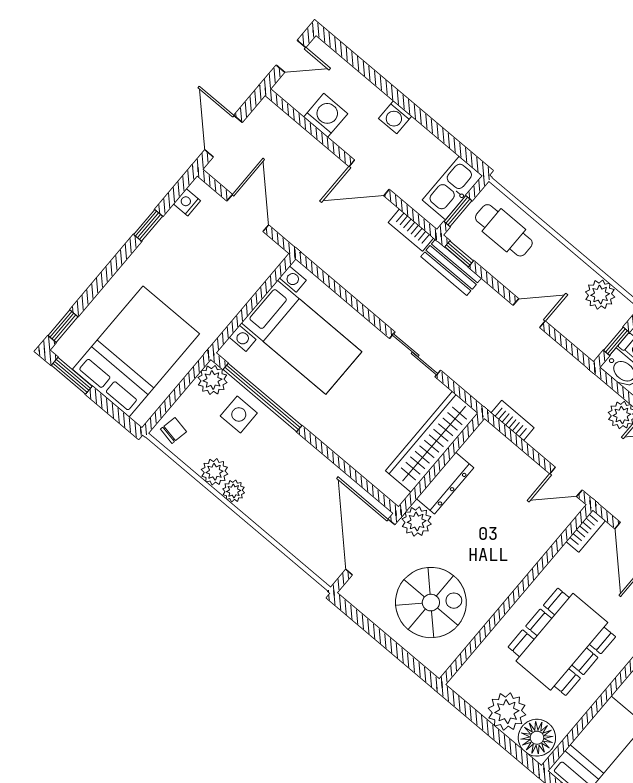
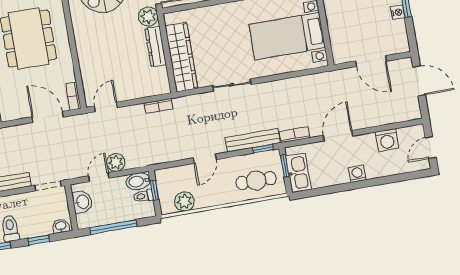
nightstand: (187, 202) -> (398, 12), moved
bench: (451, 267) -> (253, 140), width x1.36

